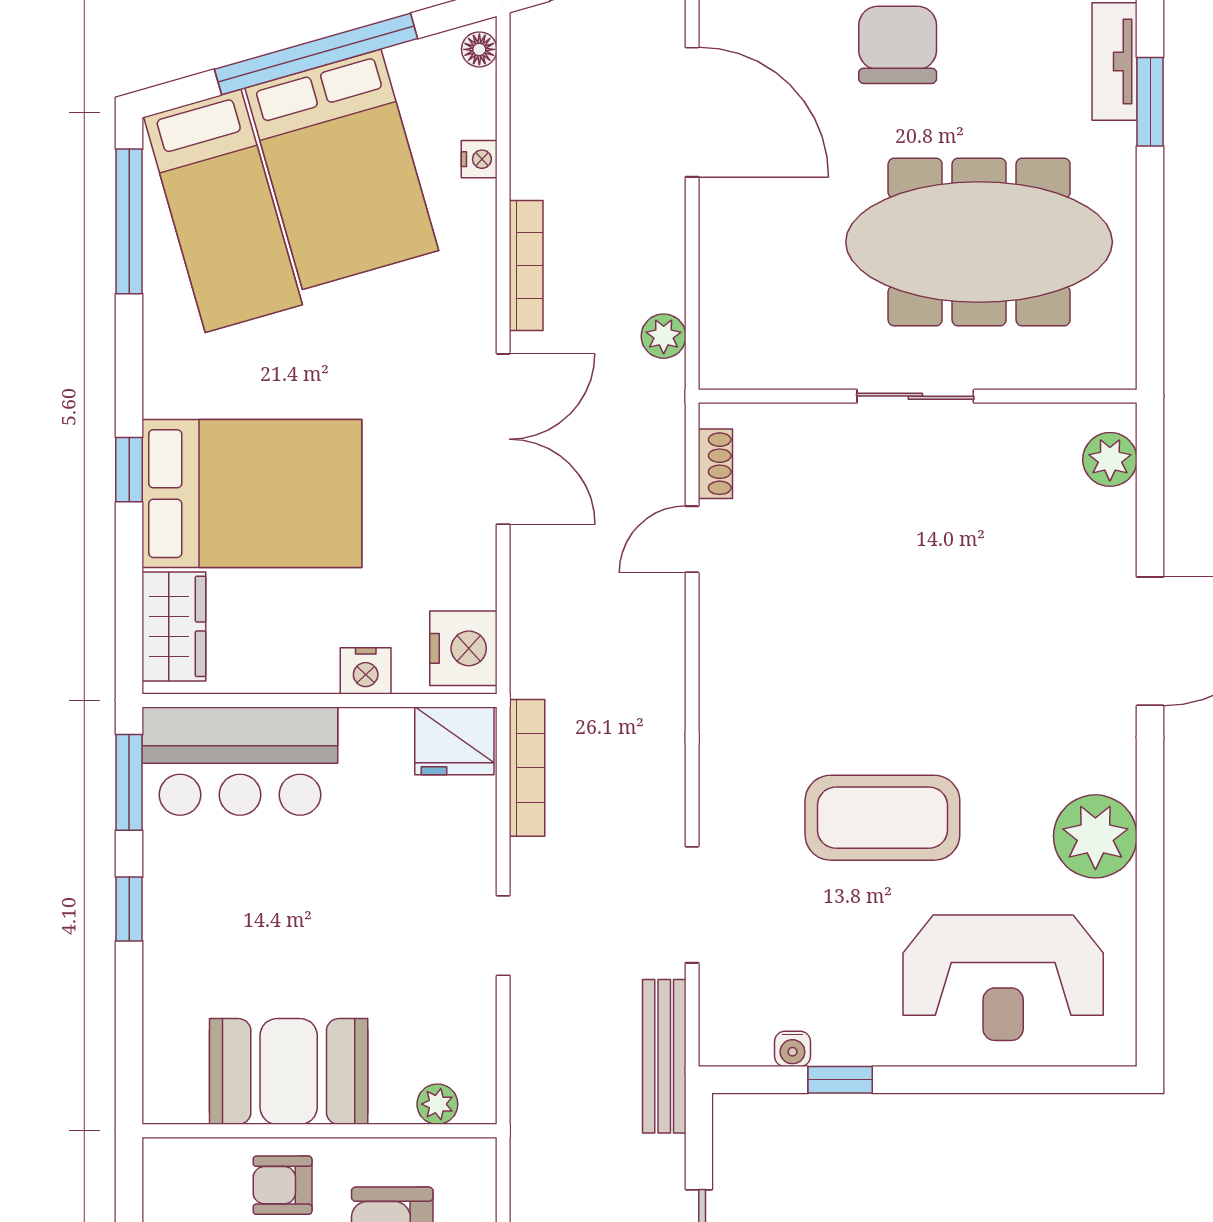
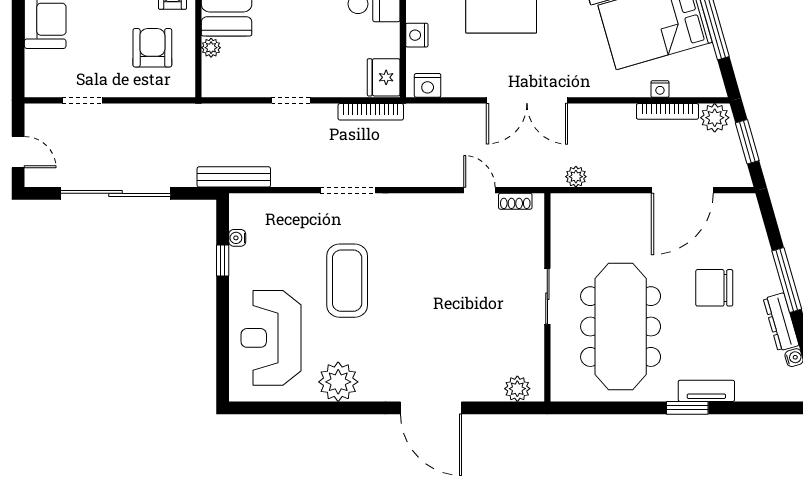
plant: (540, 44) -> (715, 118), added
chair: (898, 45) -> (714, 288), turned 180
floor lamp: (479, 49) -> (712, 89), removed
bookcase: (526, 266) -> (667, 111), moved
nightstand: (463, 648) -> (428, 85), width x0.74, depth x0.75
doorway: (692, 905) -> (348, 190), moved
plant: (437, 1104) -> (211, 48), moved

